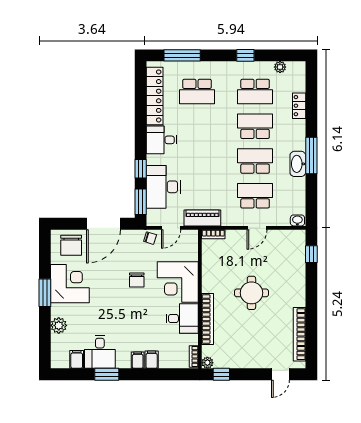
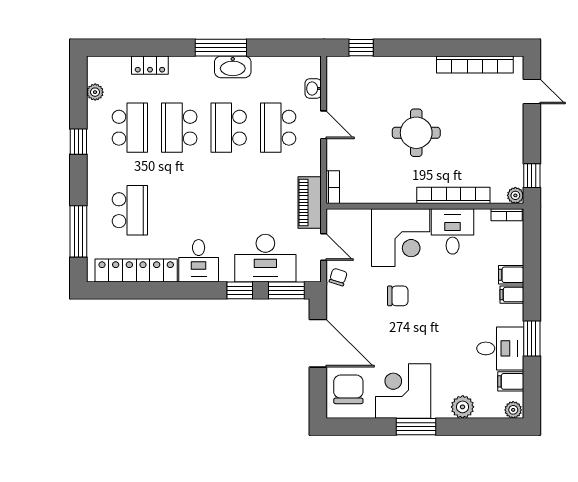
washbasin: (297, 220) -> (313, 89), moved
chair: (71, 245) -> (348, 389), turned -90
plant: (57, 361) -> (513, 410), added

